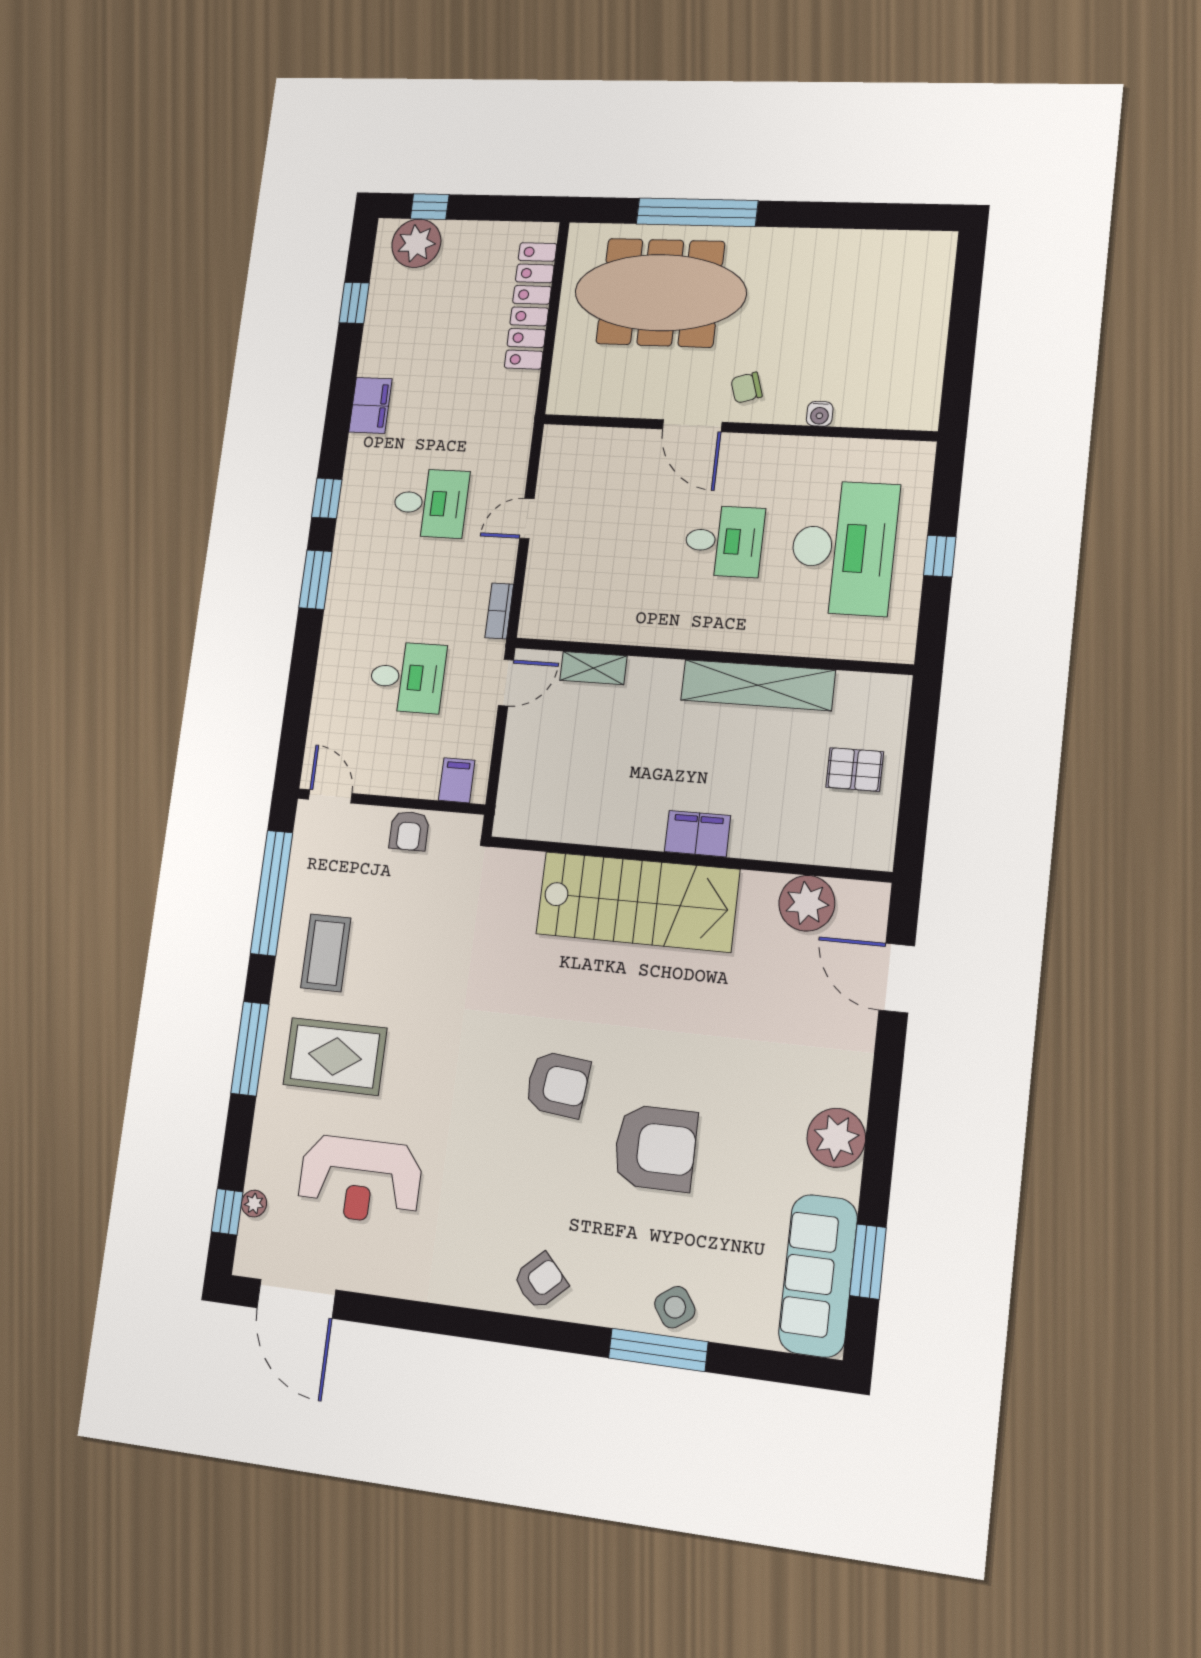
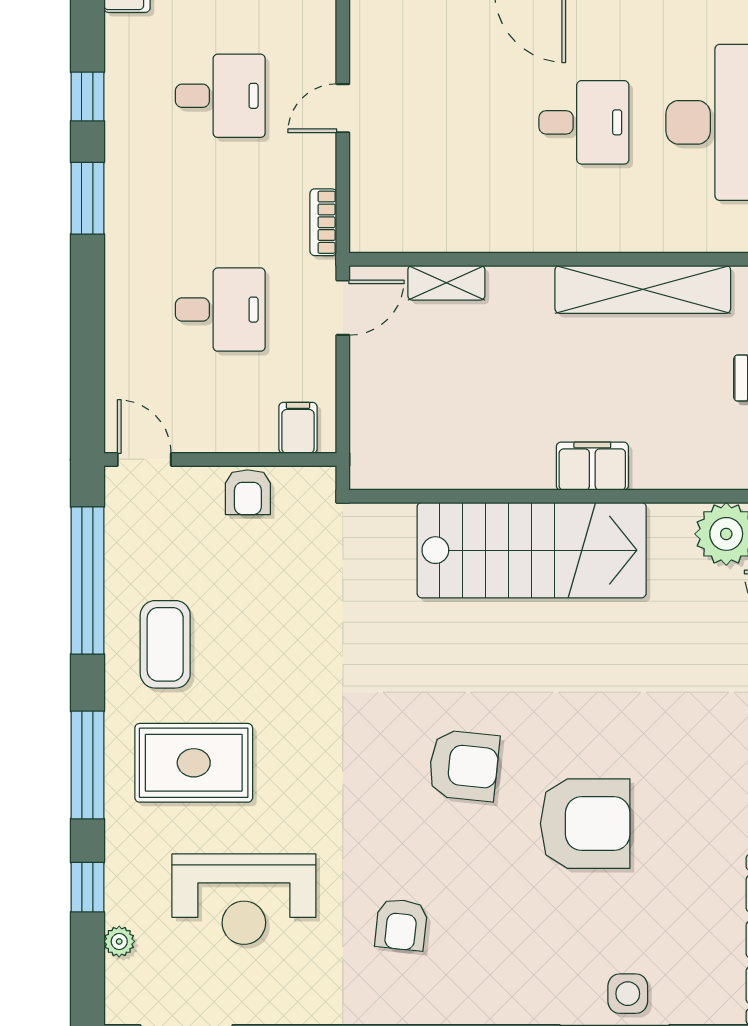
window: (227, 1212) -> (87, 887), moved
armchair: (541, 1281) -> (401, 925), moved, turned 139
side table: (675, 1307) -> (628, 994), turned 35

